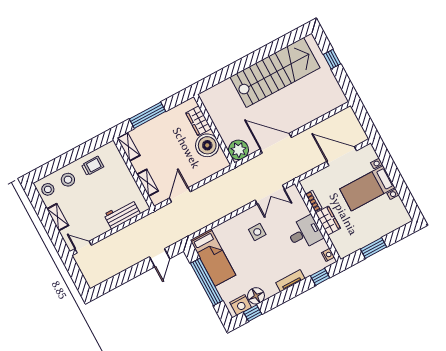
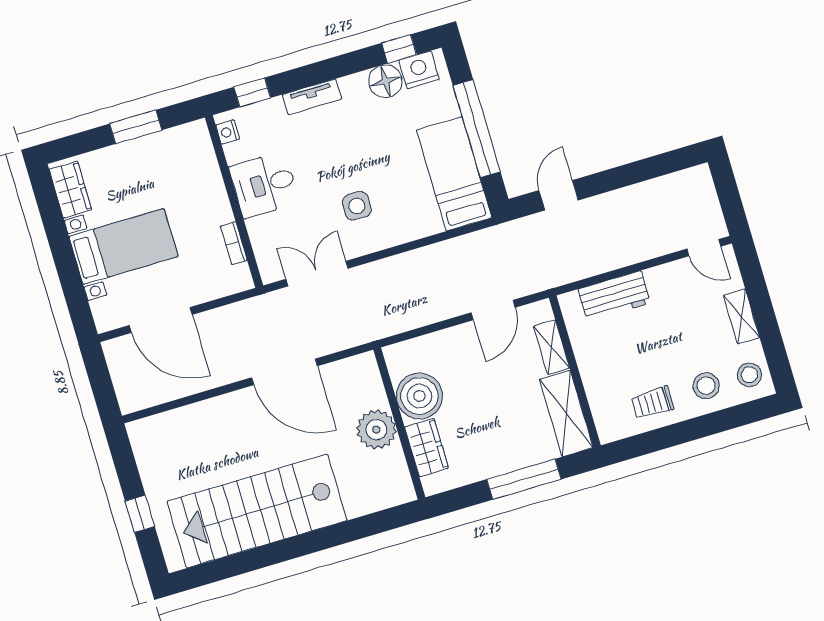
shelving: (129, 147) -> (566, 414), width x1.50, depth x1.33
plant: (238, 150) -> (376, 430), moved
wardrobe: (328, 221) -> (70, 190), moved, turned 180

